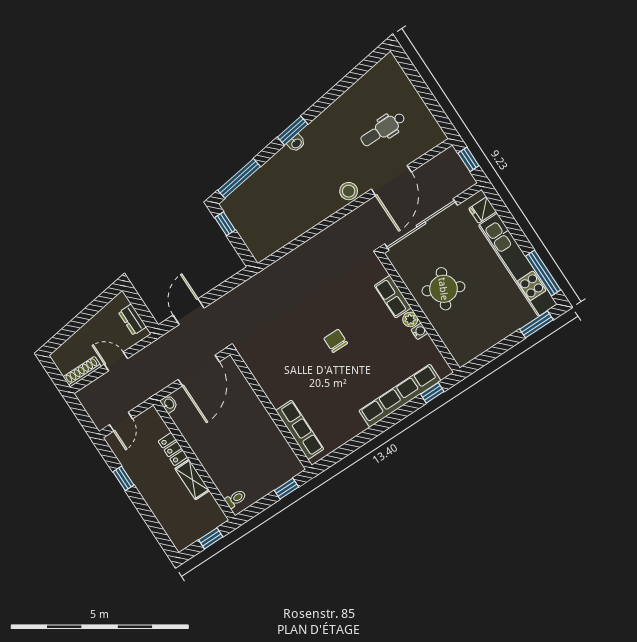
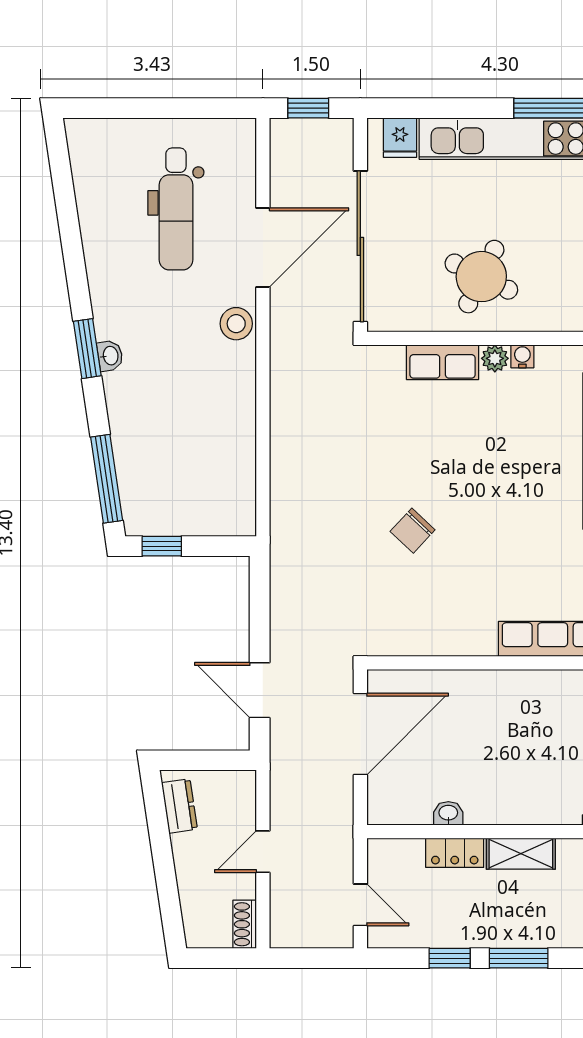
dental chair: (383, 129) -> (176, 209), width x1.36, depth x1.38
door: (391, 180) -> (263, 248), hinge flipped
dresser: (132, 320) -> (179, 806), moved, turned -98
chair: (336, 341) -> (413, 531), moved, turned -47
door: (199, 371) -> (360, 734), hinge flipped
shoe rack: (82, 372) -> (245, 924), width x0.70
washbasin: (169, 404) -> (448, 813), moved
window: (144, 510) -> (519, 958), added

